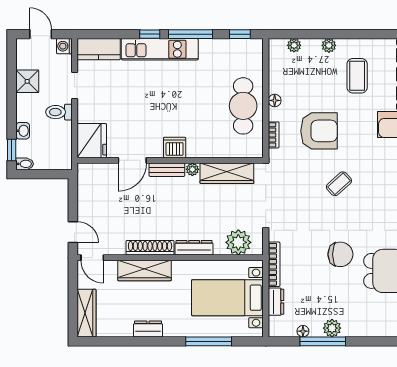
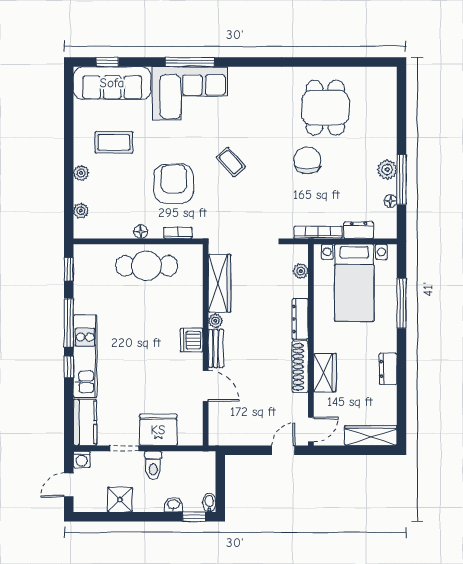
fridge: (92, 141) -> (158, 430), moved
plant: (238, 242) -> (301, 271), width x0.53, depth x0.53
wardrobe: (144, 271) -> (325, 373), width x0.67

